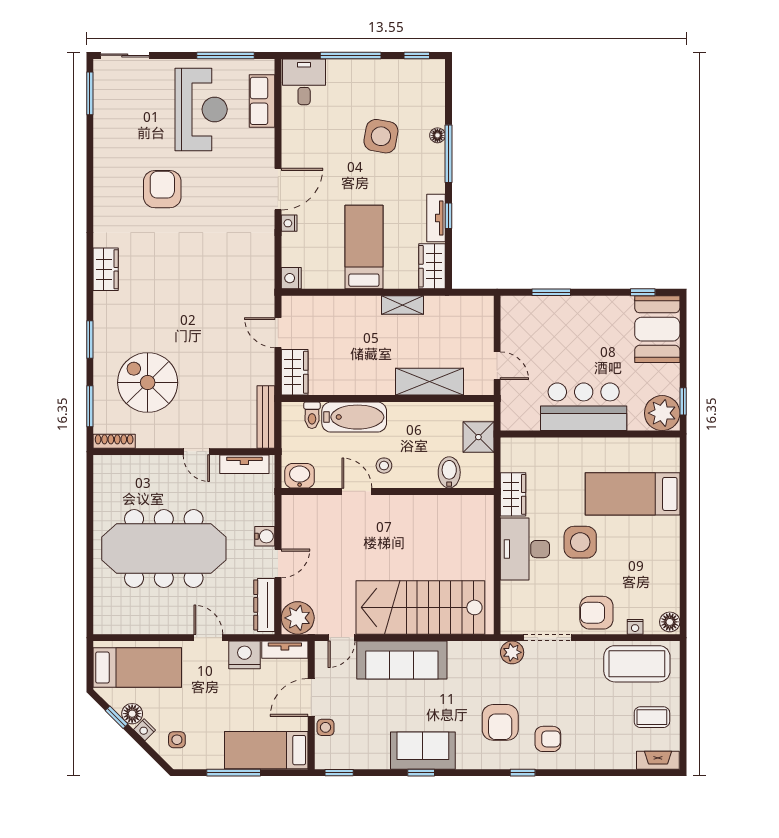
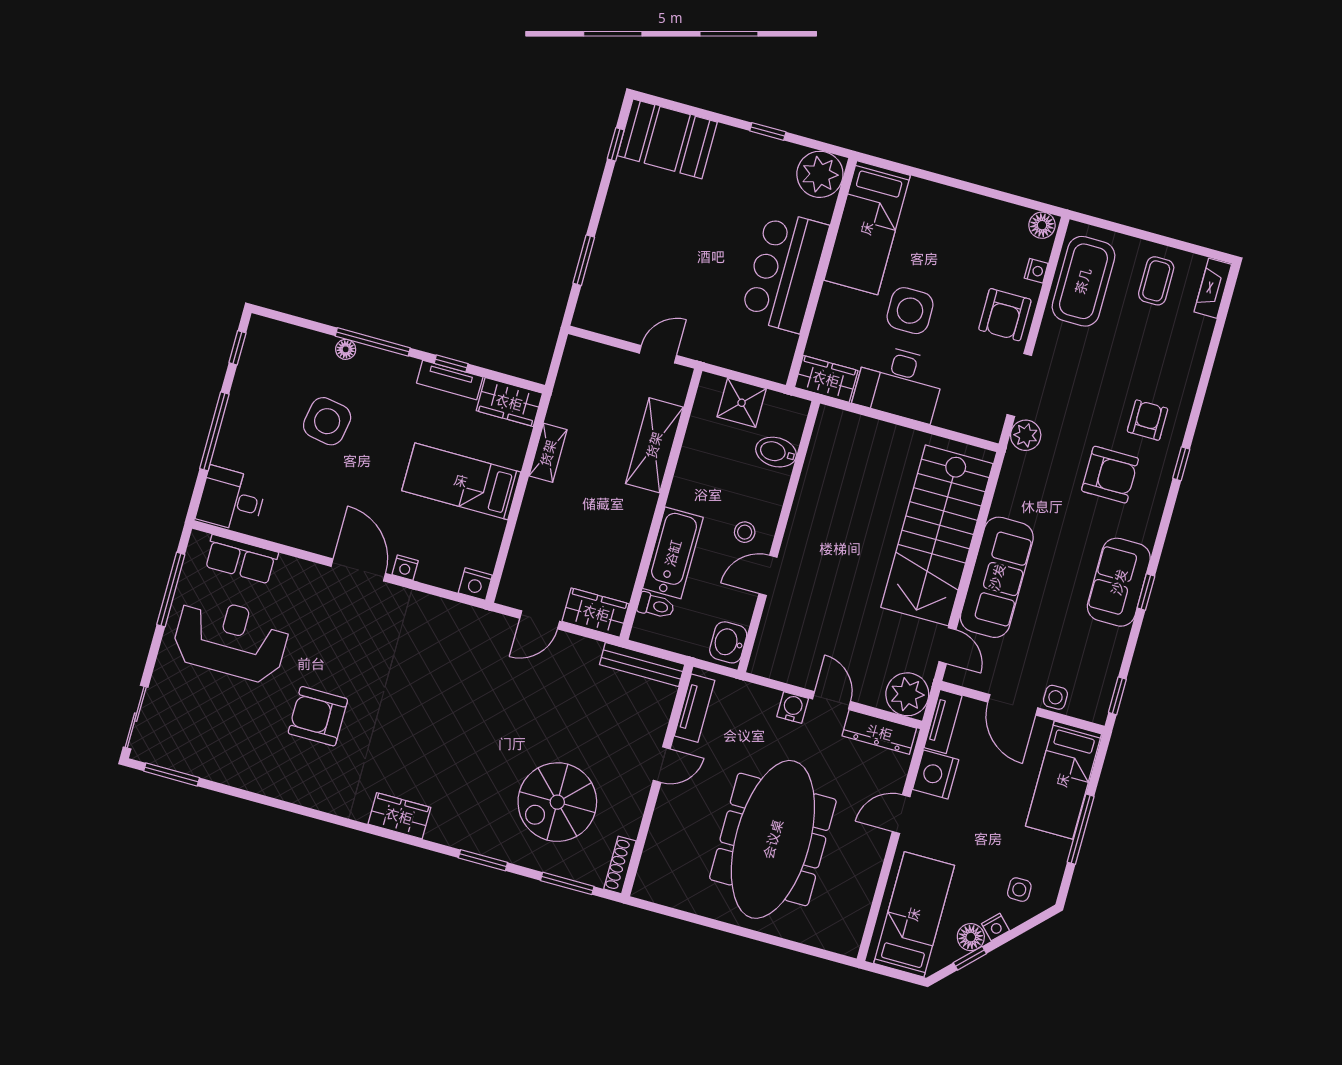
bar counter: (584, 407) -> (785, 271), moved
plant: (662, 413) -> (820, 174), moved
wall: (590, 434) -> (821, 273), moved

